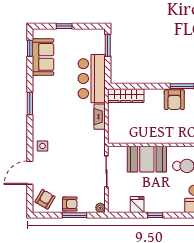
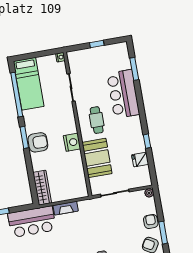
nightstand: (168, 136) -> (72, 142), added
window: (75, 215) -> (163, 233), moved

